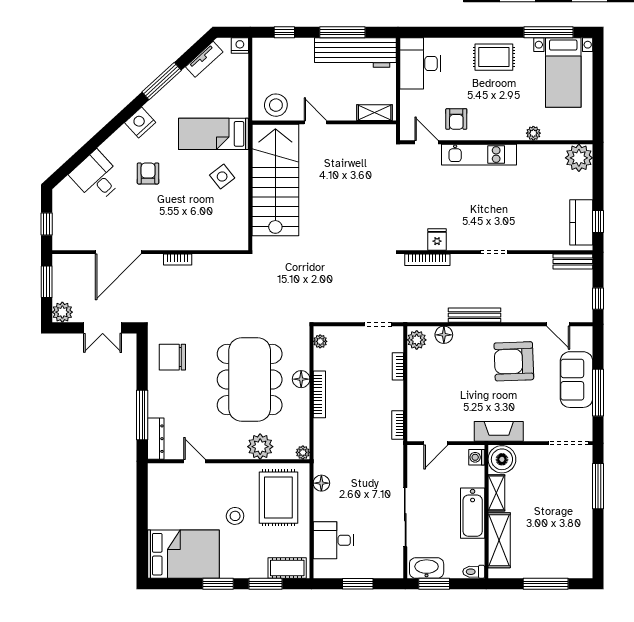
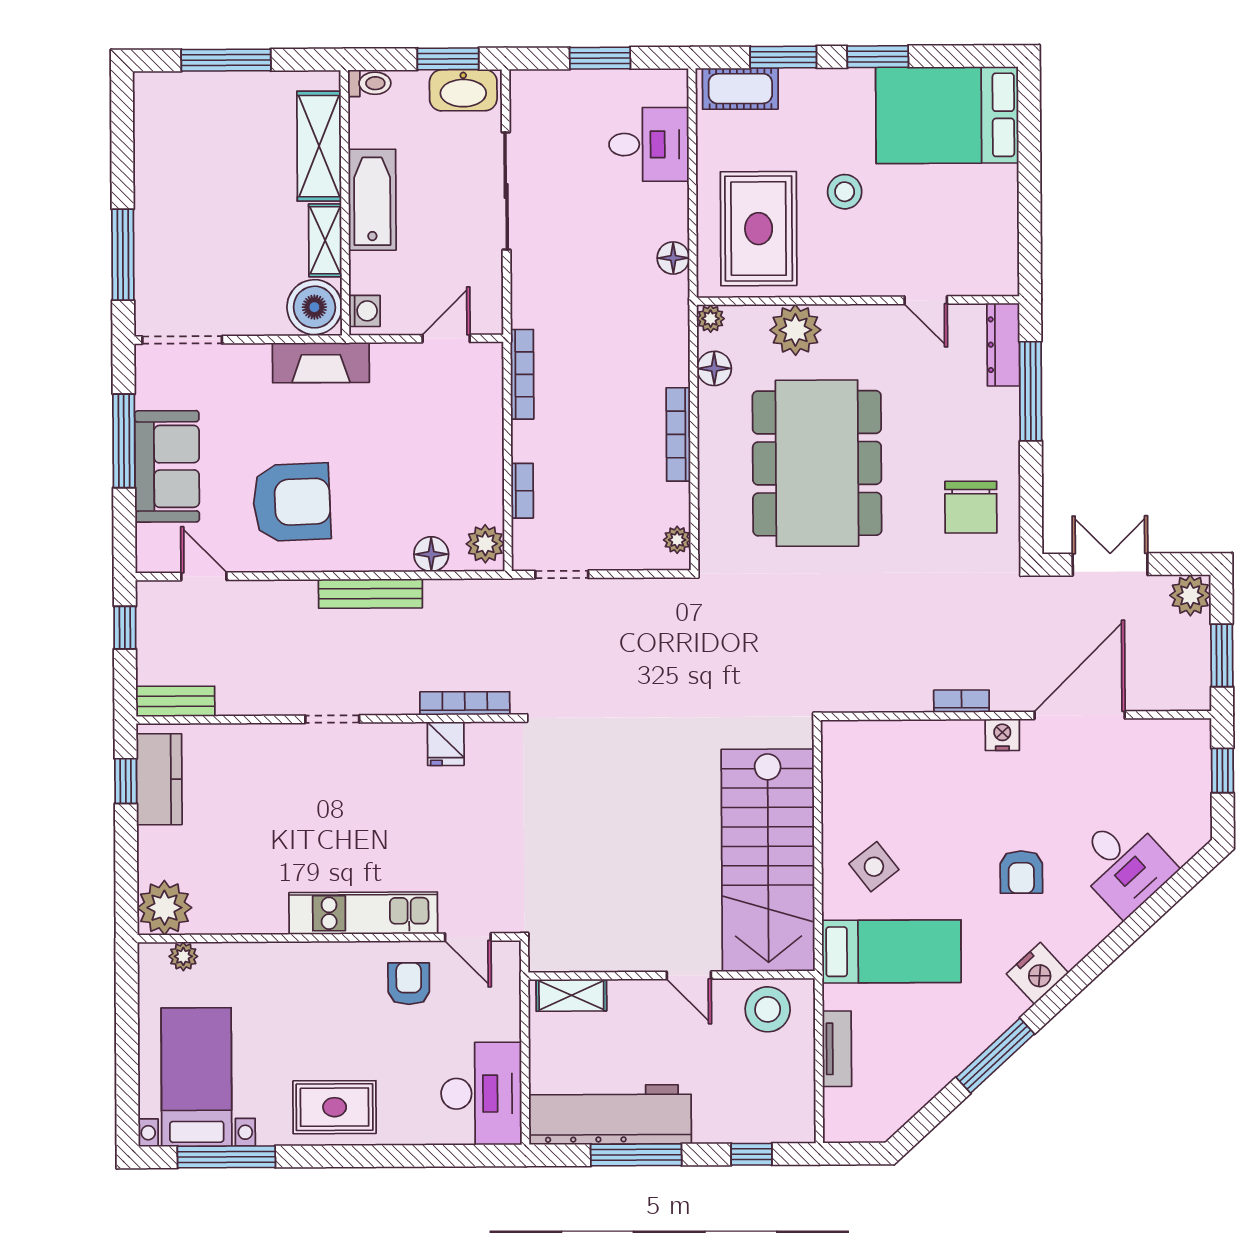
nightstand: (240, 46) -> (1002, 735), moved, turned 180
tv unit: (204, 59) -> (837, 1049), moved, turned 133
plant: (533, 133) -> (183, 956), moved
chair: (172, 357) -> (971, 507), turned 90
floor lamp: (301, 379) -> (714, 368), moved
bookcase: (398, 425) -> (522, 374), width x1.56

